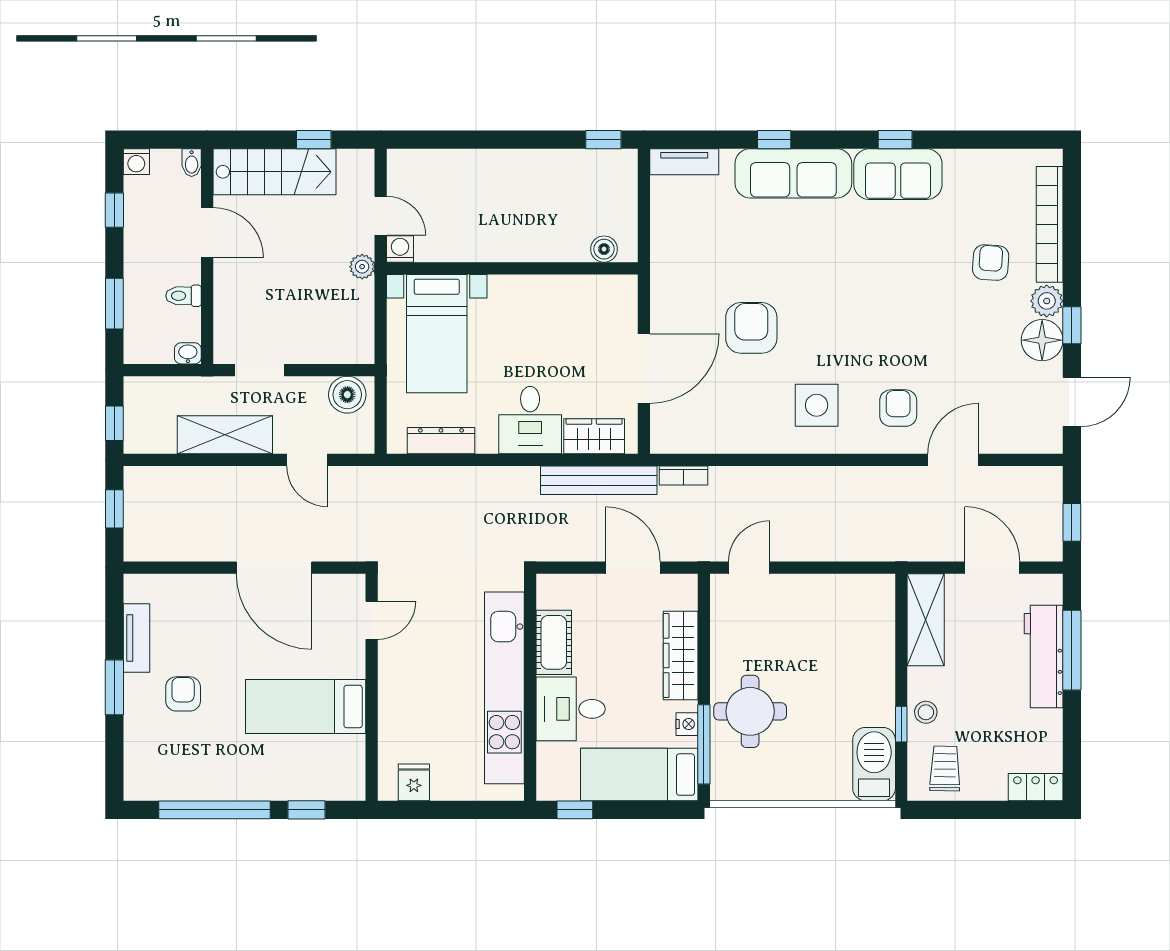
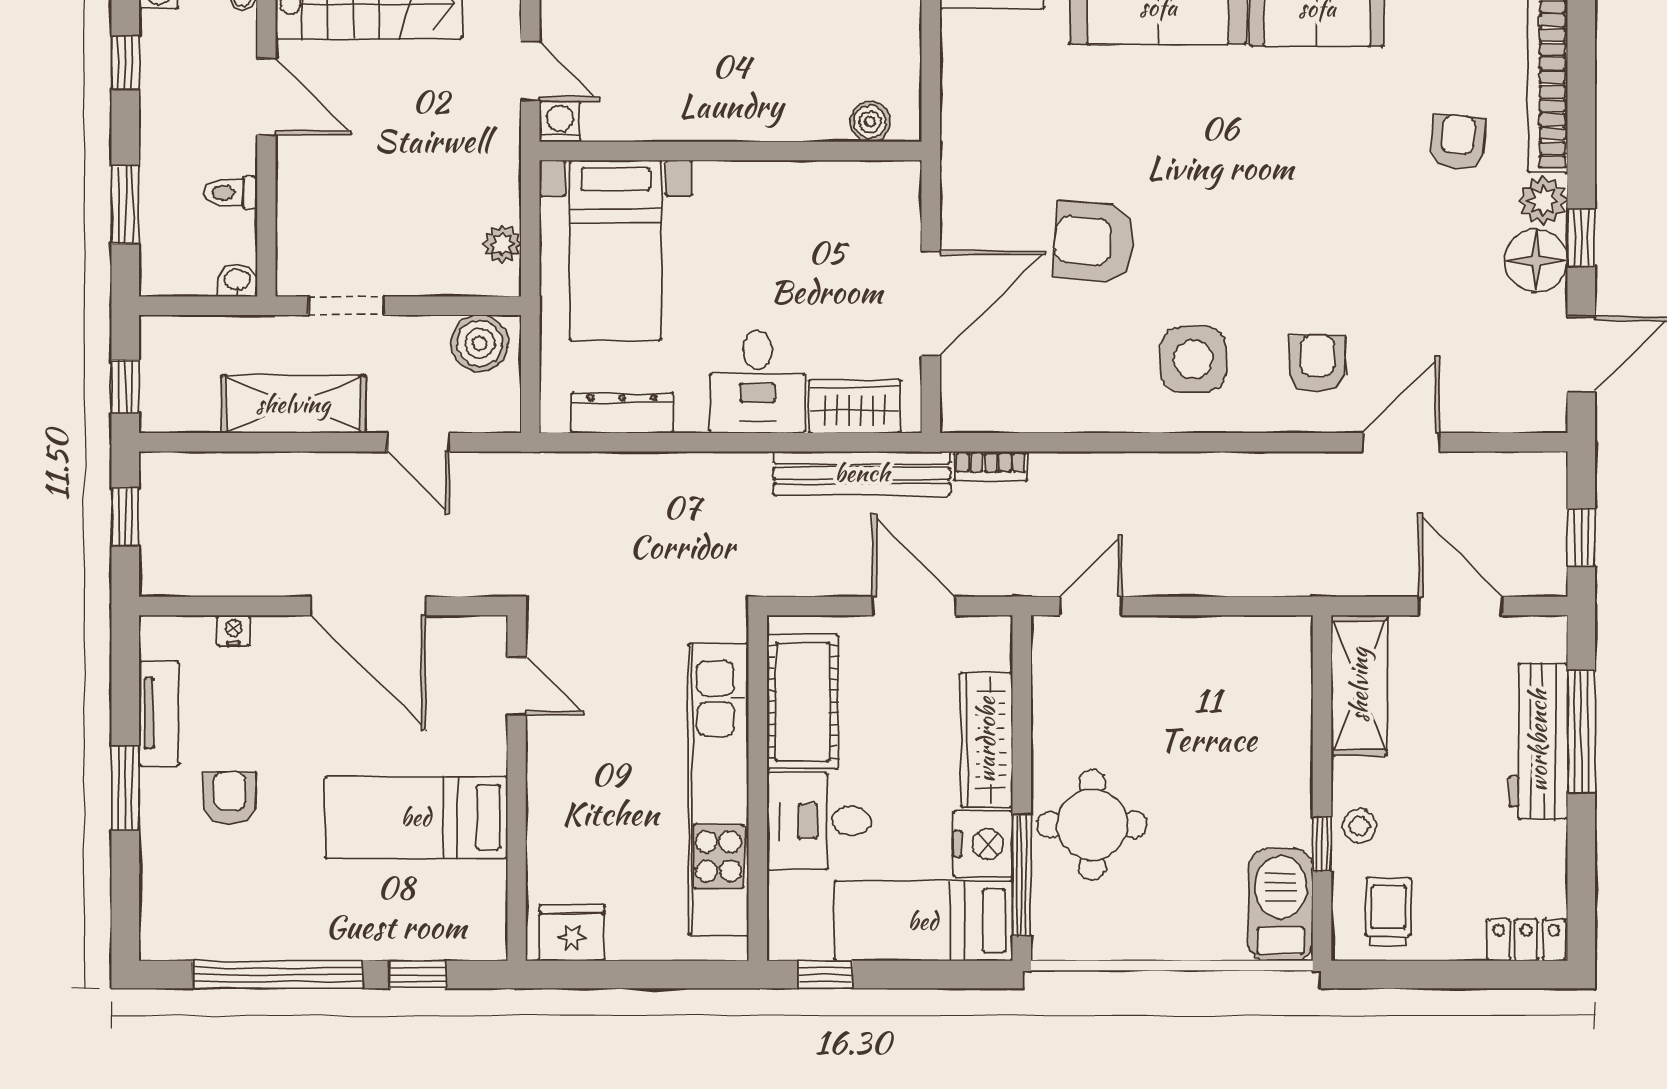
plant: (362, 267) -> (502, 244), moved
armchair: (751, 328) -> (1094, 242), turned -85
nightstand: (185, 584) -> (233, 630), added
door: (372, 620) -> (517, 686), hinge flipped
cot: (554, 642) -> (803, 702), width x1.37, depth x1.34
nightstand: (687, 724) -> (983, 844), width x1.89, depth x1.79
fridge: (414, 782) -> (572, 933), width x1.38

